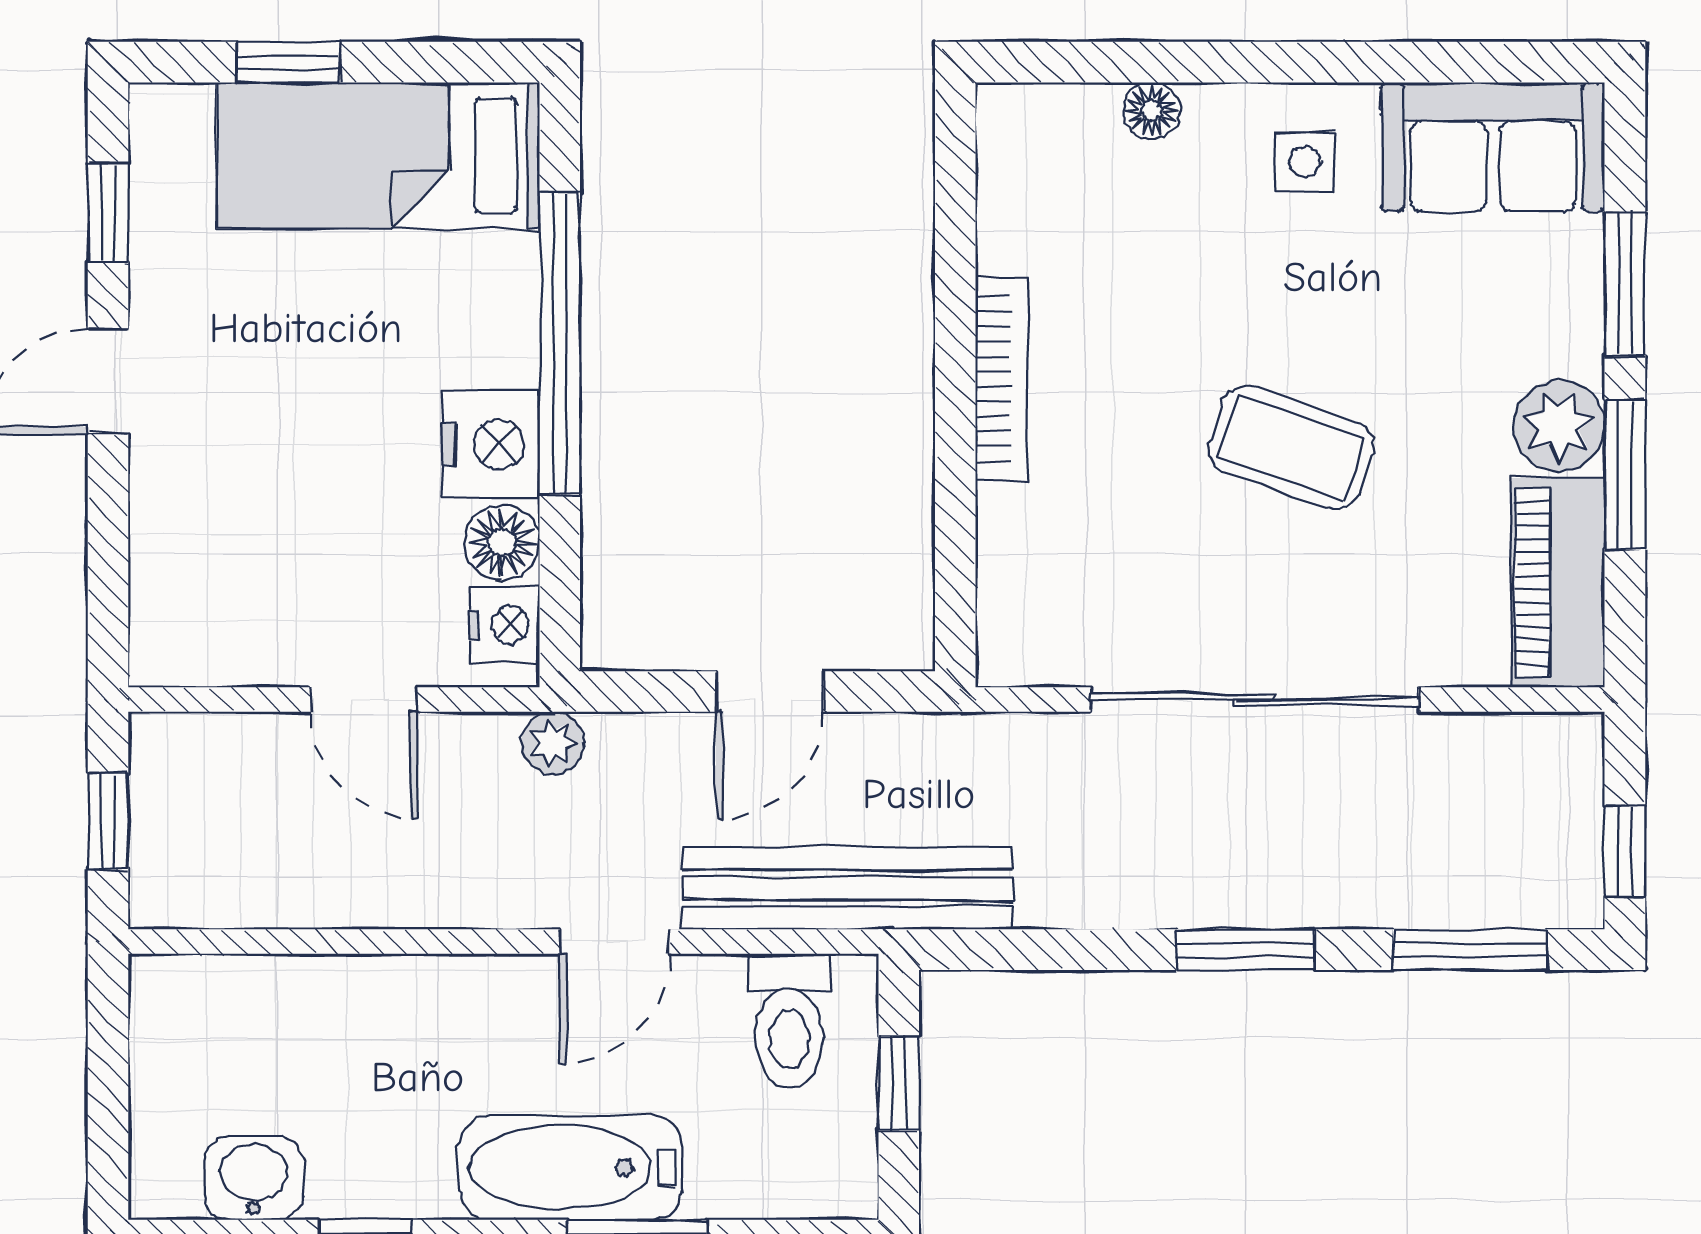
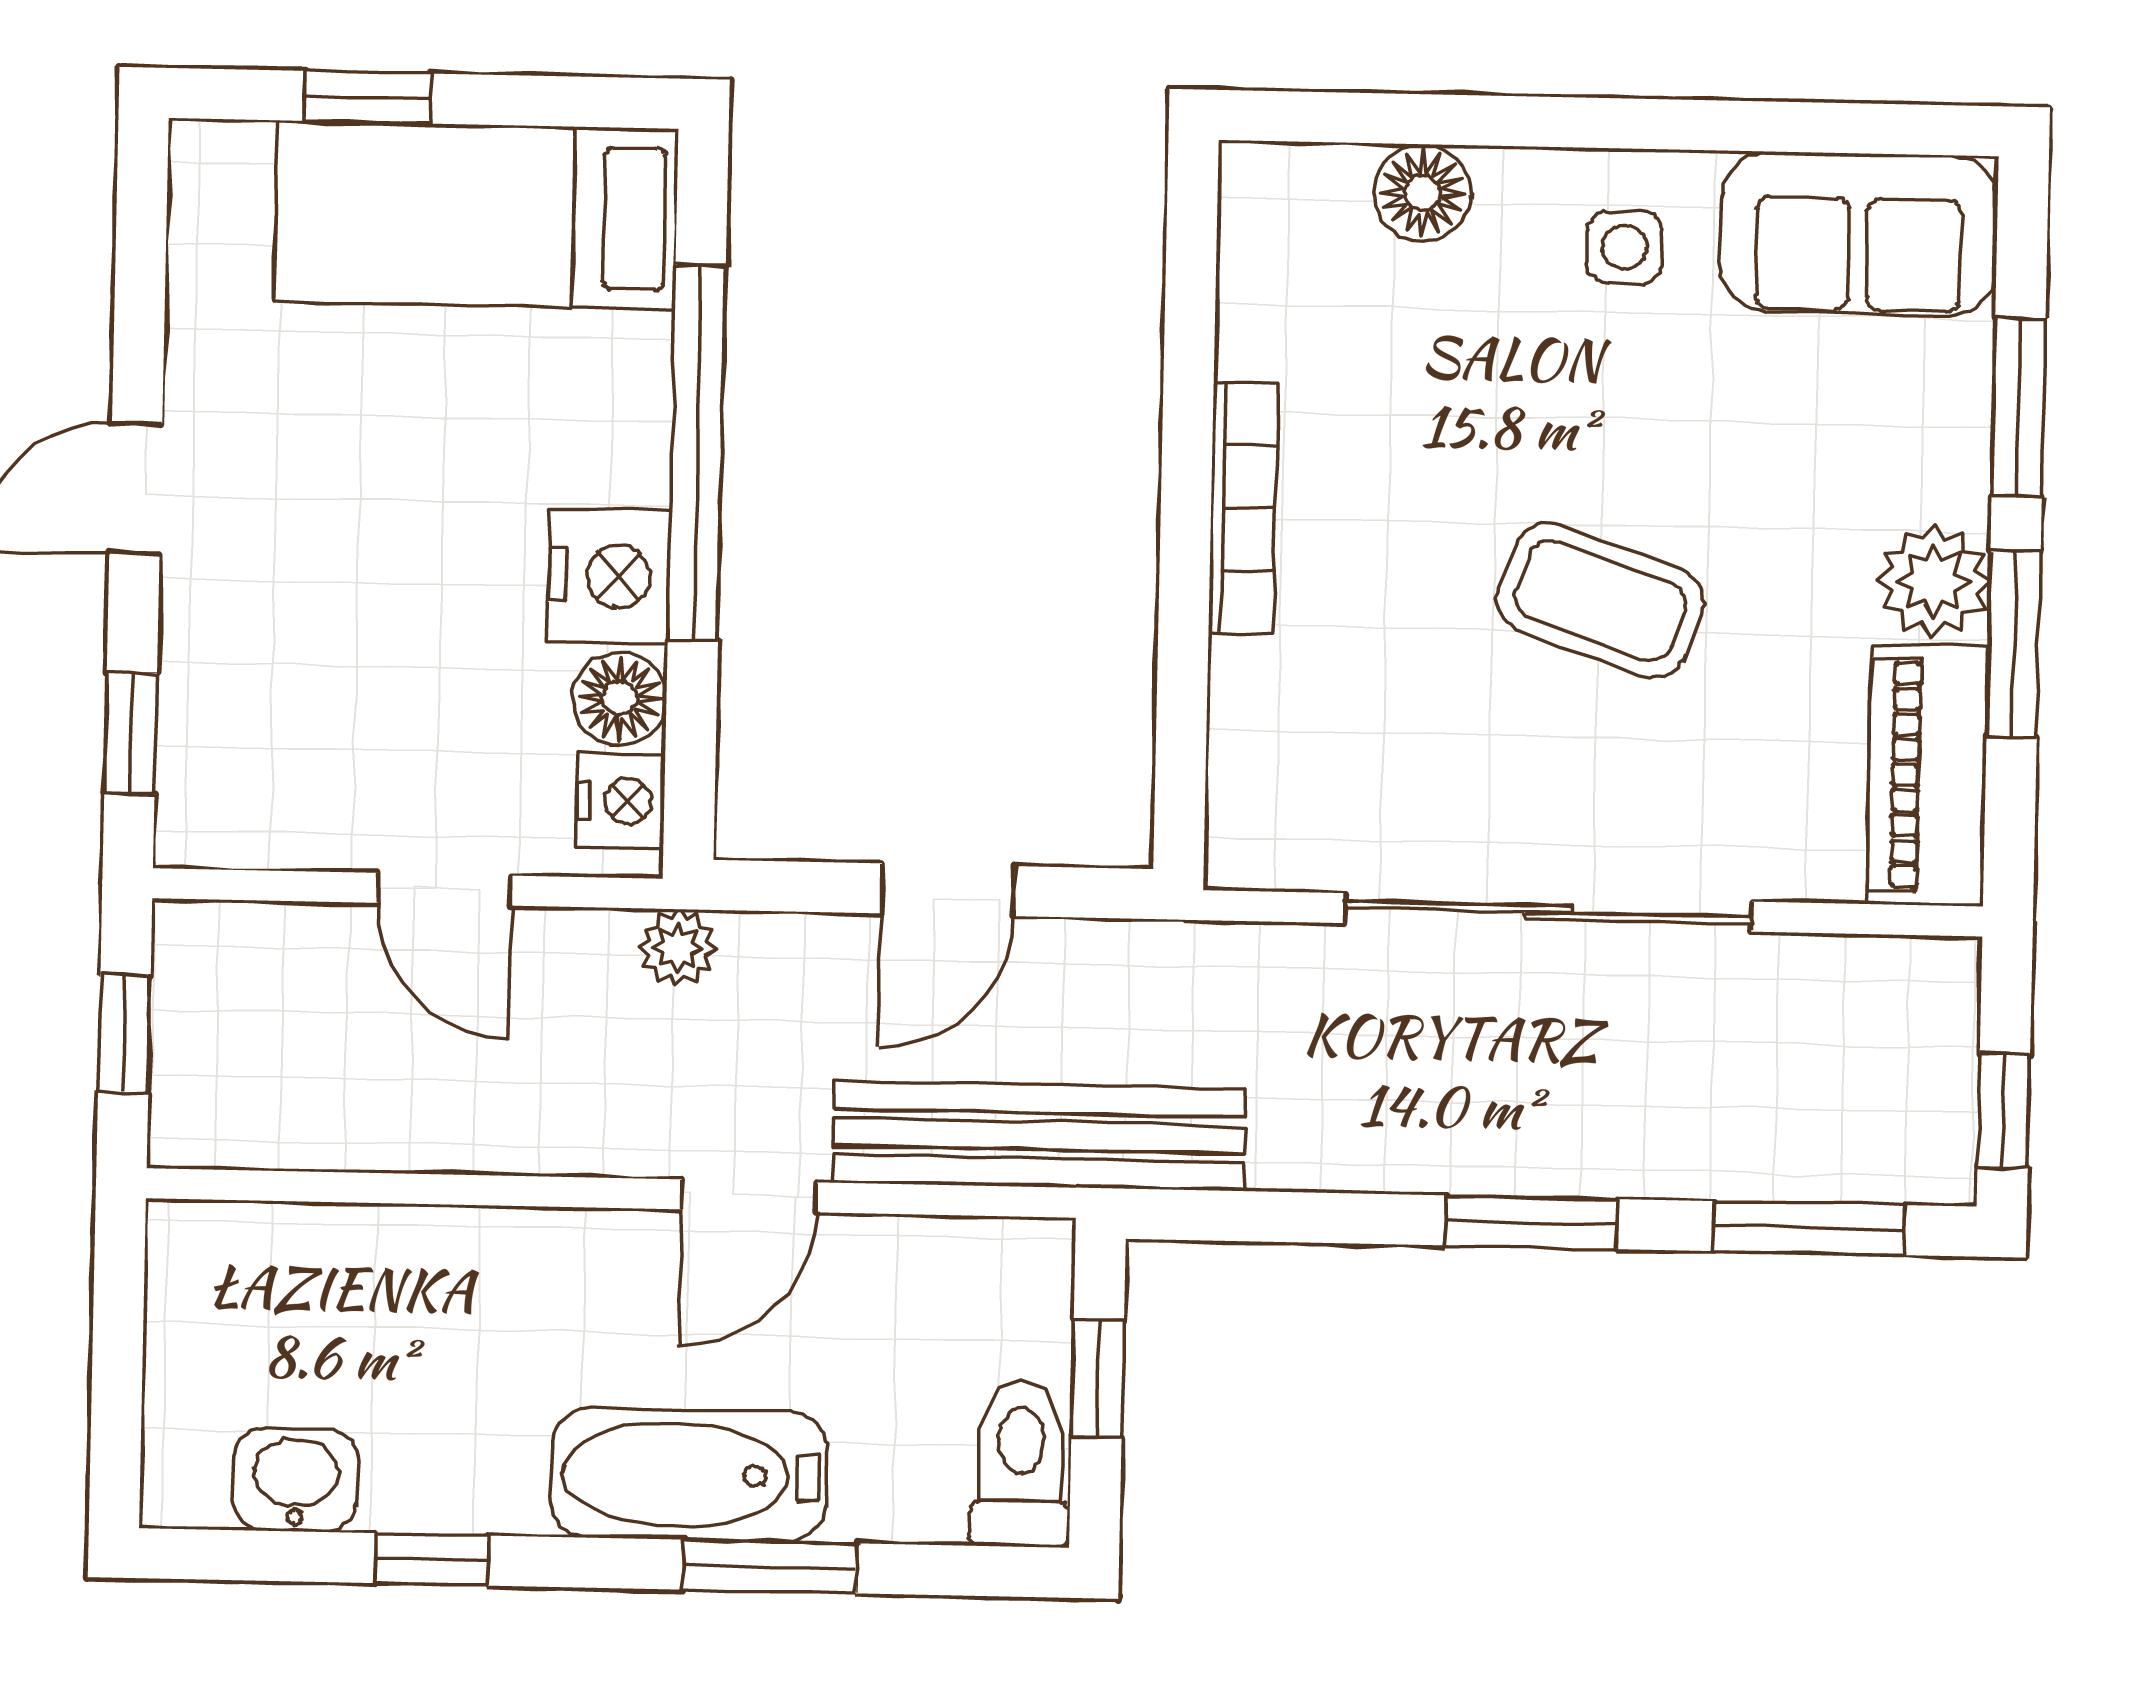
floor lamp: (1151, 111) -> (1423, 193), width x1.37, depth x1.37
window: (108, 212) -> (131, 733), moved
toilet: (789, 1021) -> (1020, 1464), moved, turned 180

